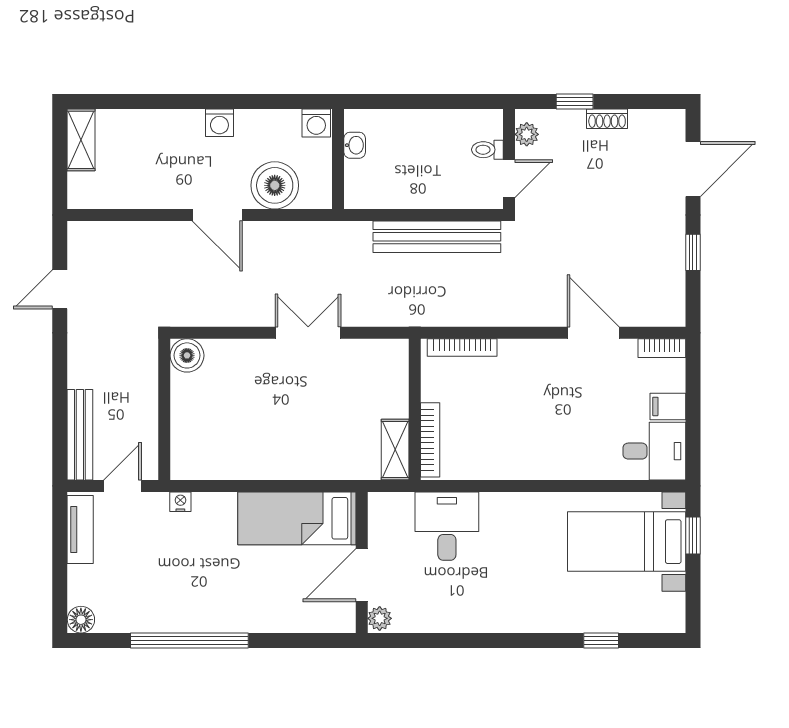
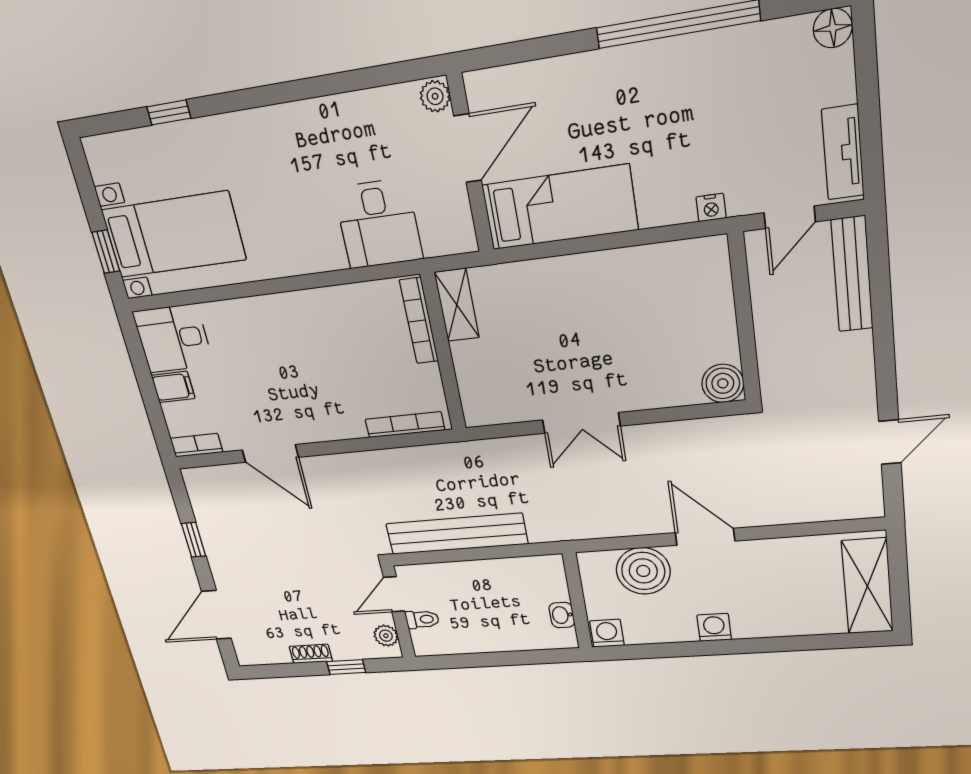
shelving: (81, 140) -> (867, 586), width x1.50, depth x1.33

